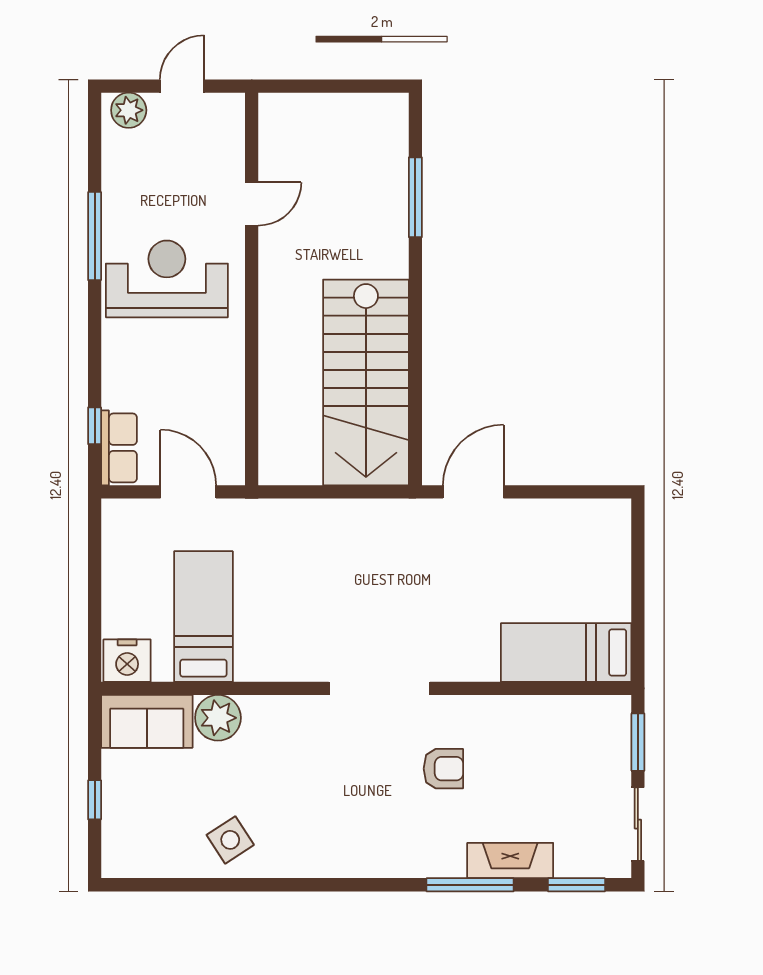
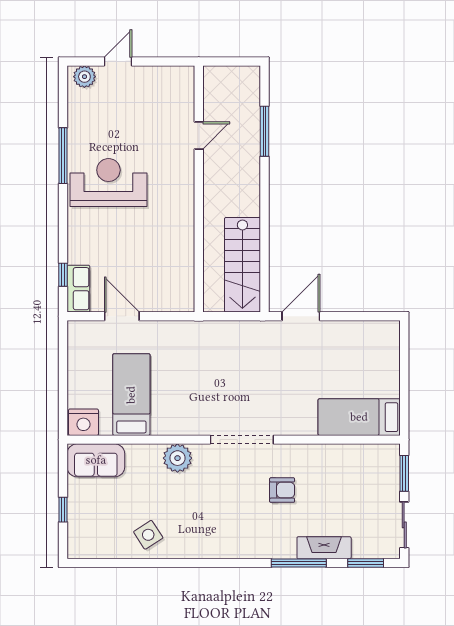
door: (252, 204) -> (199, 135), moved
wall: (252, 289) -> (199, 189), moved
stairs: (366, 382) -> (242, 265), width x0.73, depth x0.66
plant: (218, 718) -> (177, 458), moved

